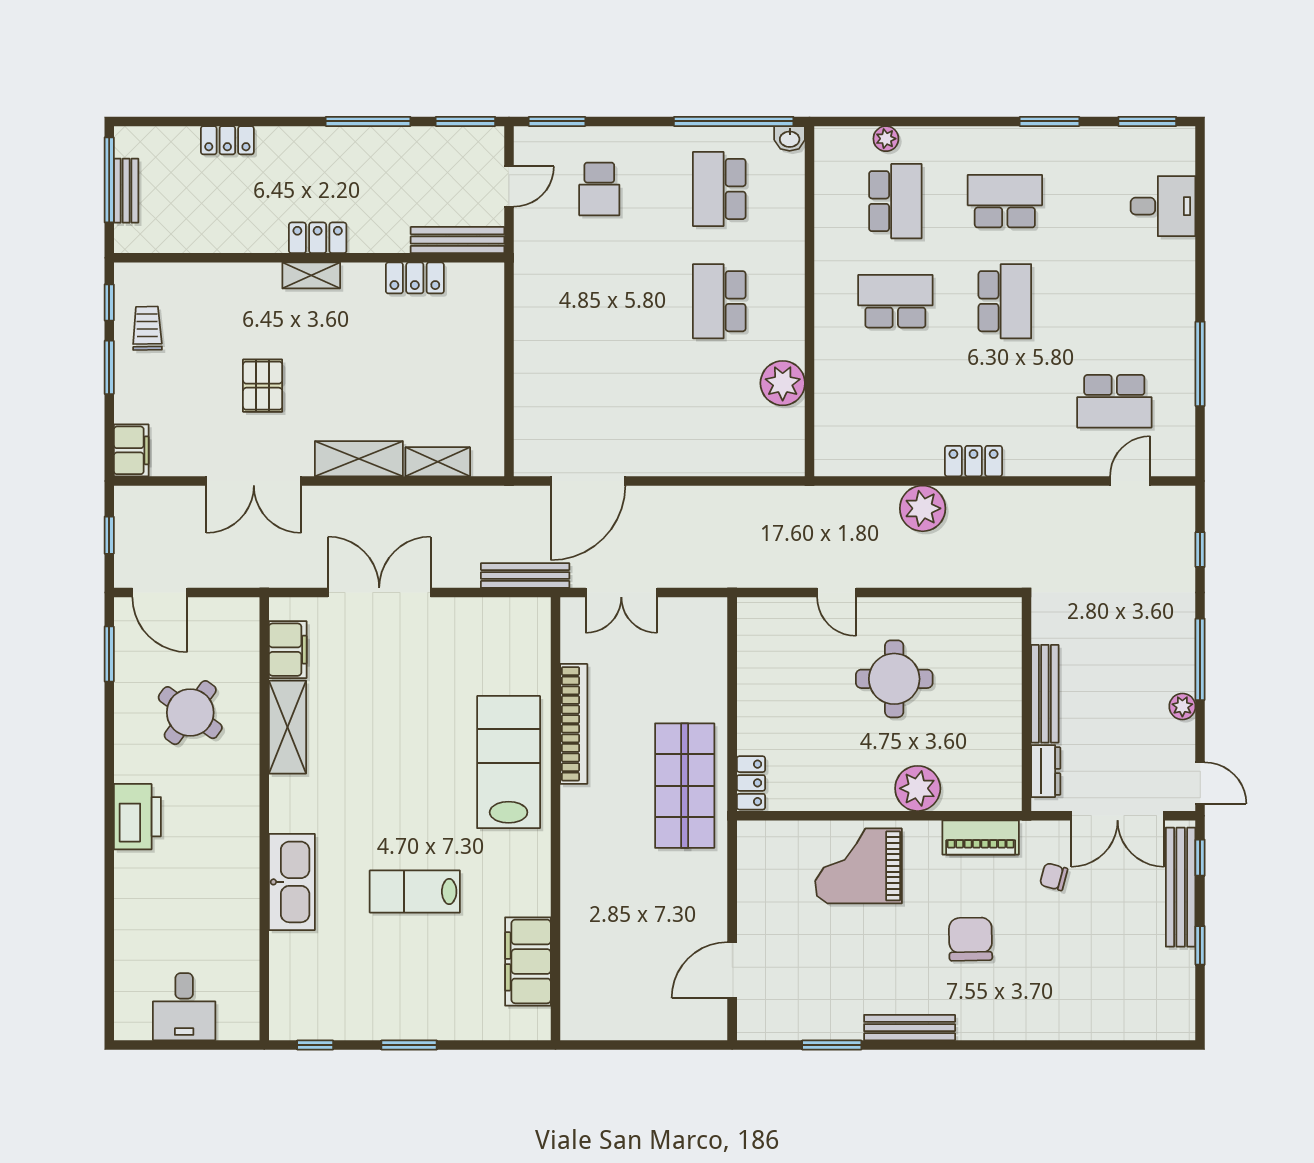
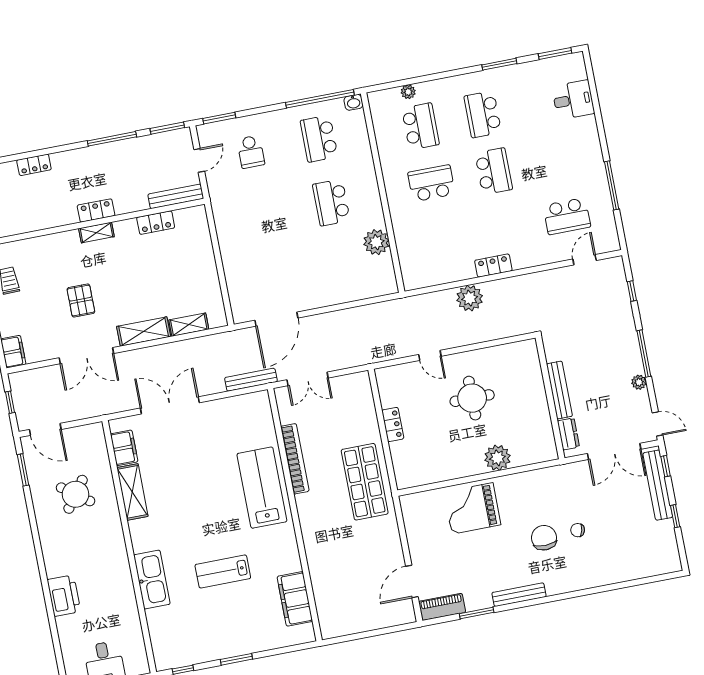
school desk: (1005, 201) -> (483, 114), turned -90
locker: (751, 783) -> (393, 424), moved
printer: (137, 817) -> (64, 596), moved
piano: (981, 837) -> (442, 607), moved, turned 180
chair: (1054, 877) -> (578, 530), moved

